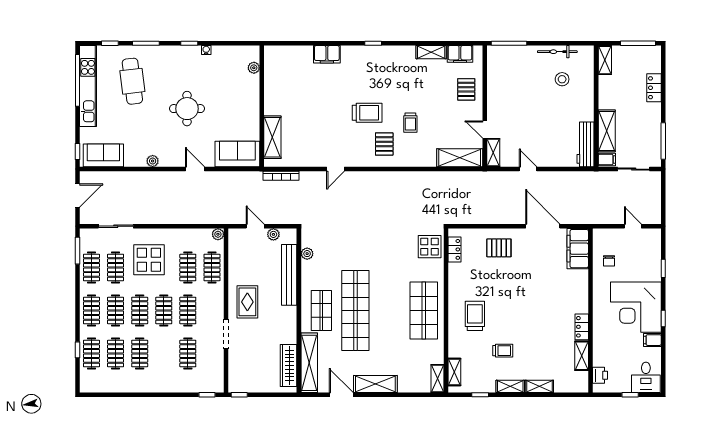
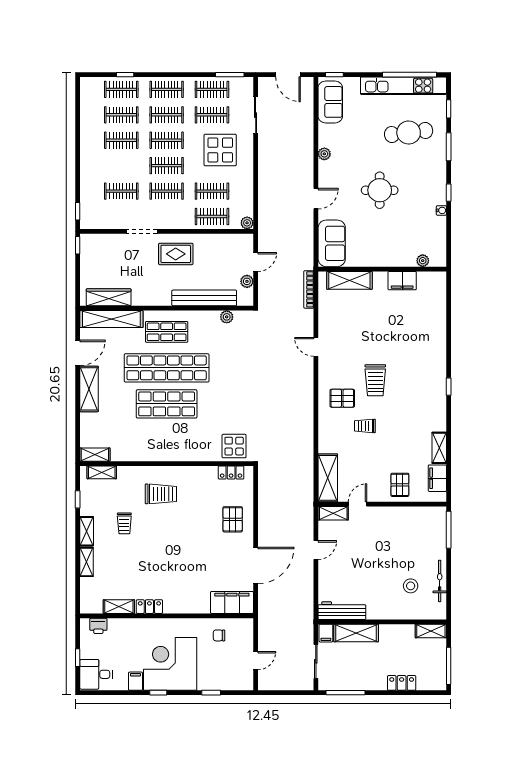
filing cabinet: (327, 54) -> (402, 281), moved, turned -90
pallet: (466, 89) -> (400, 485), turned 90
shop shelf: (424, 311) -> (167, 404), moved

